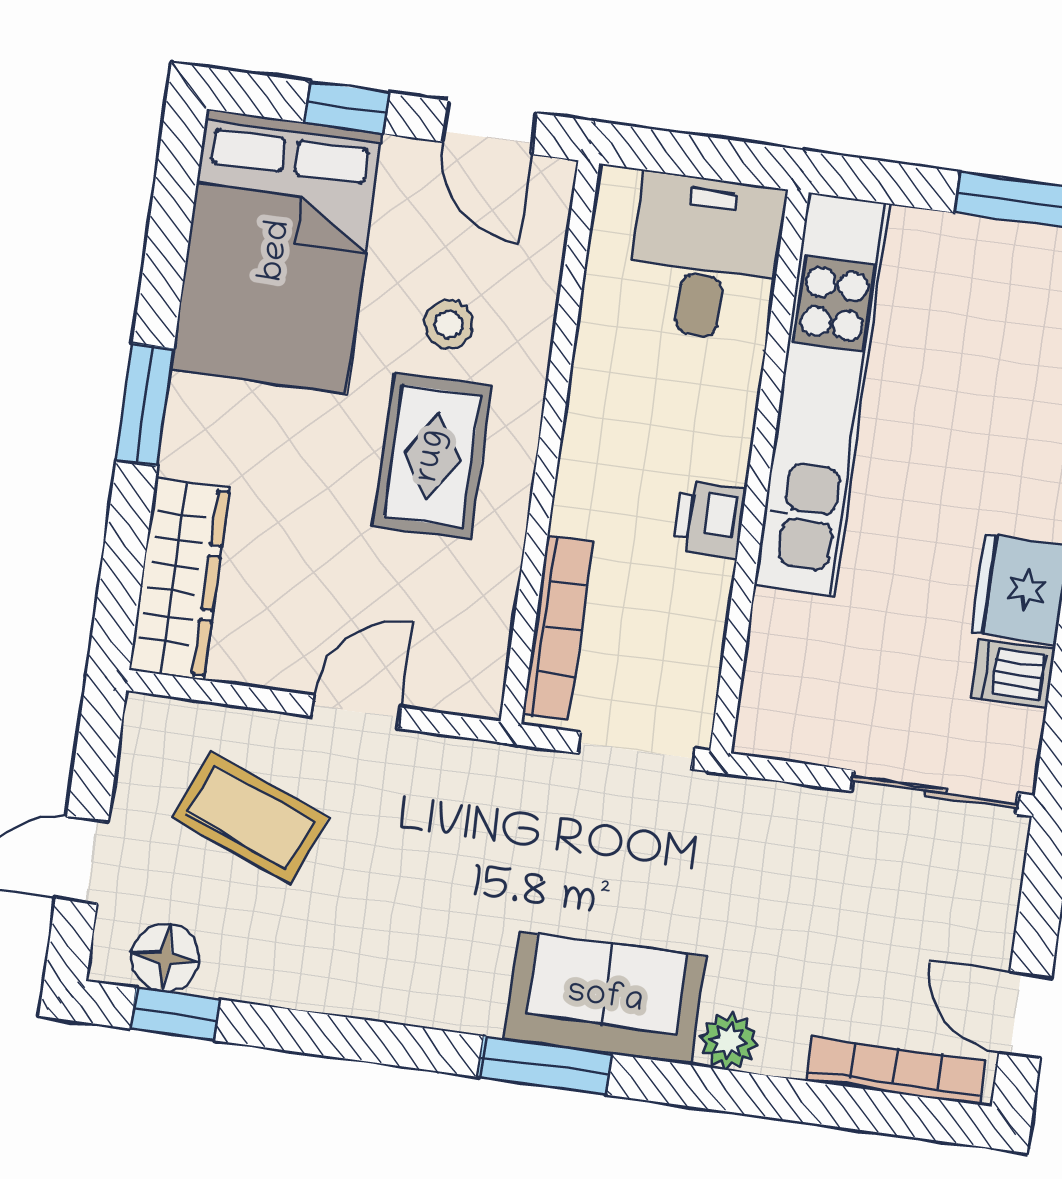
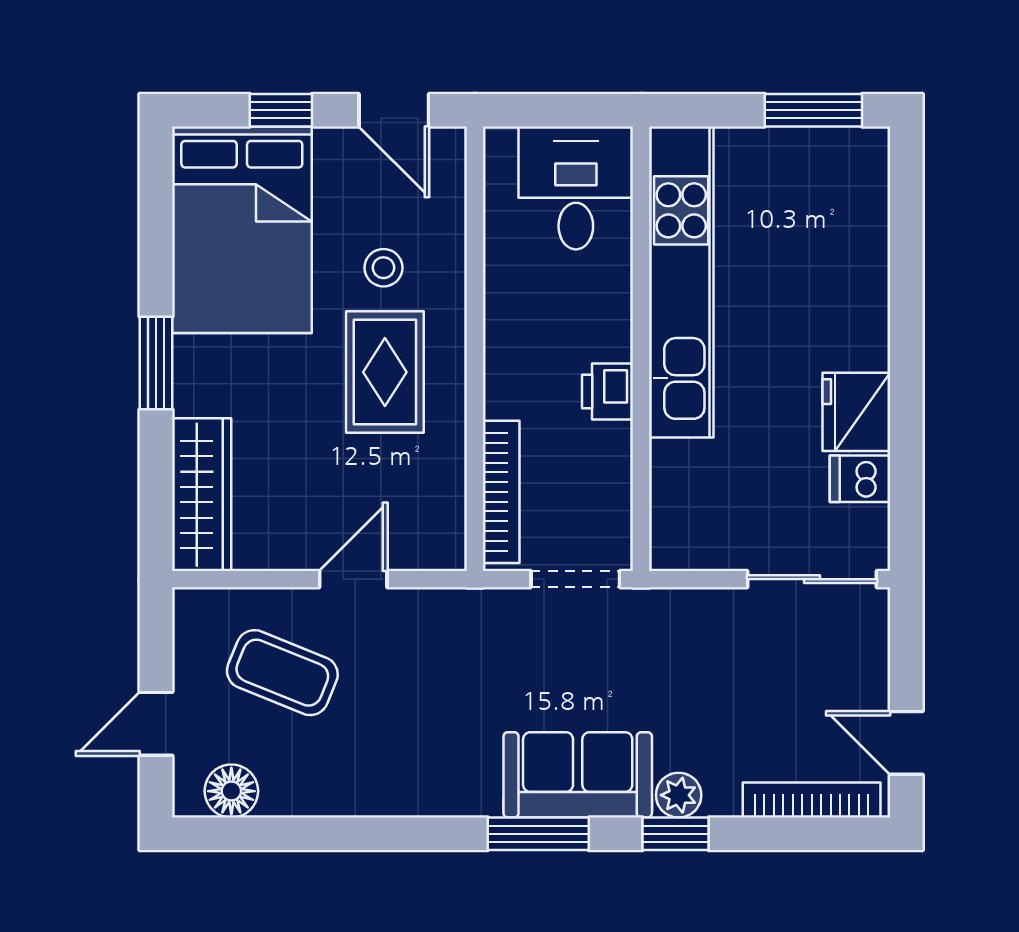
window: (175, 1014) -> (676, 834), moved

